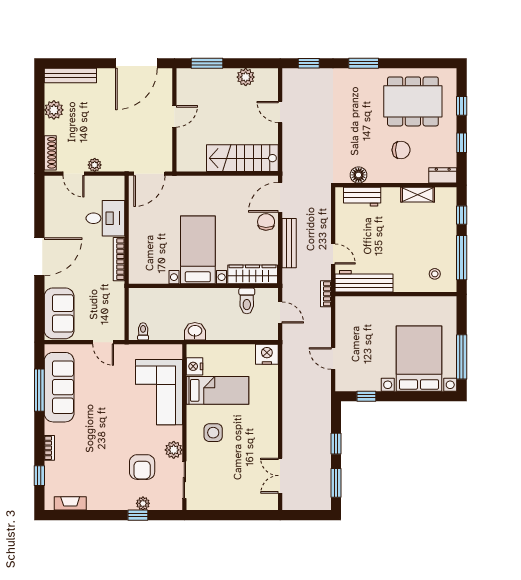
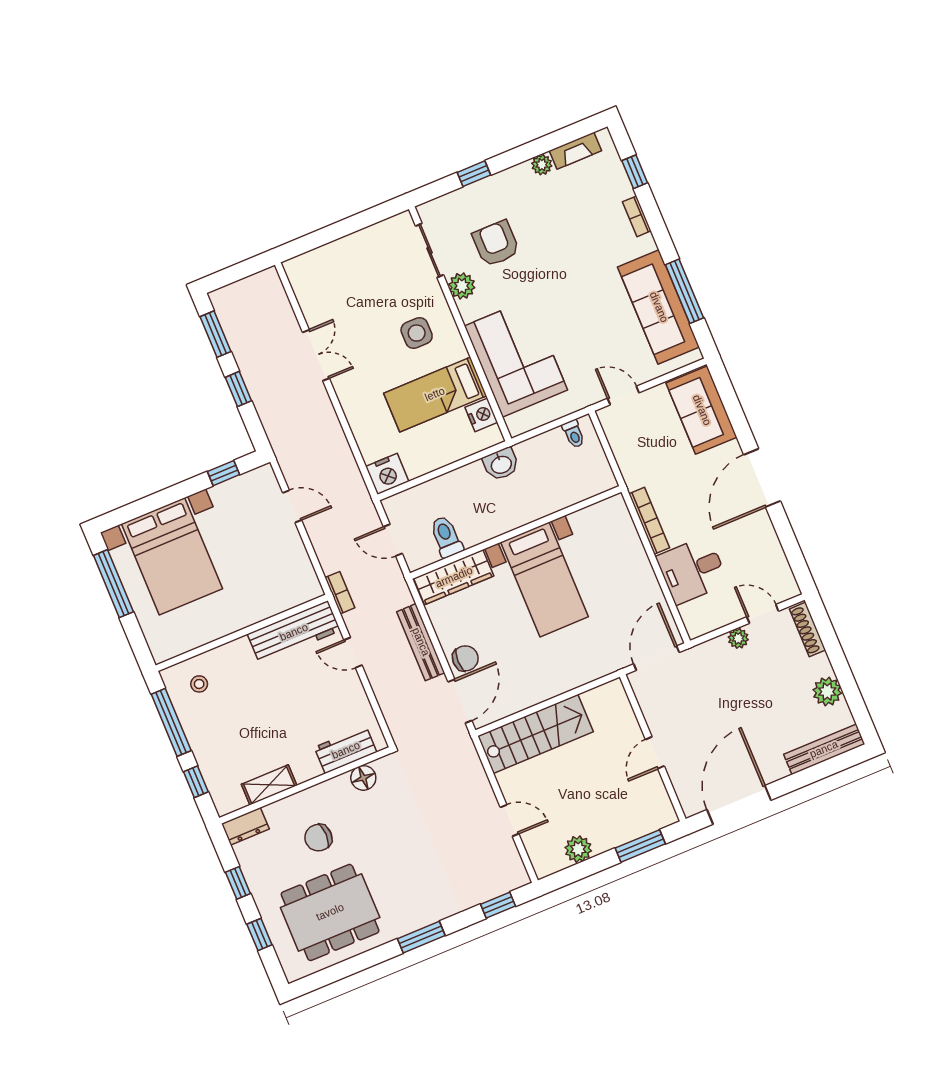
chair: (266, 222) -> (465, 658), turned -91
double door: (280, 476) -> (316, 355), moved
plant: (143, 503) -> (542, 165), moved

